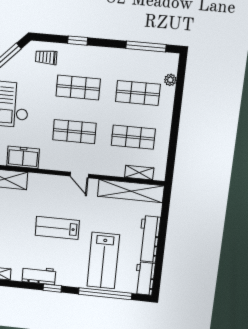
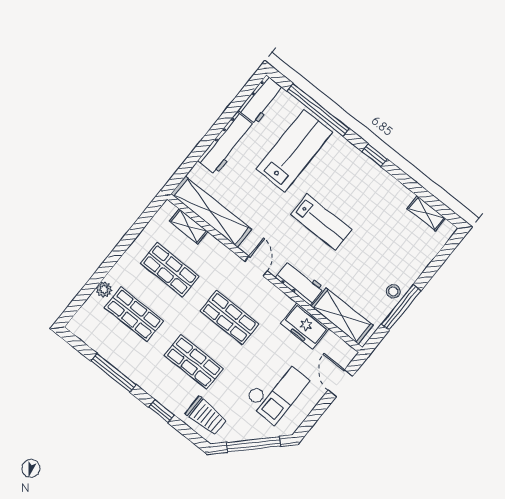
window: (146, 47) -> (114, 373), moved
trolley: (46, 57) -> (206, 416), width x1.36, depth x1.39
plant: (170, 80) -> (104, 289), moved
workbench: (39, 275) -> (300, 283), moved, turned 180

